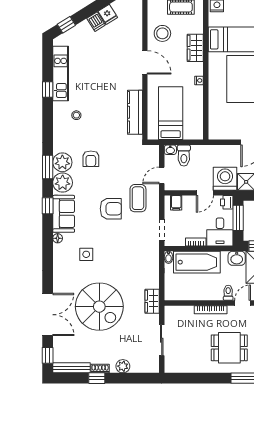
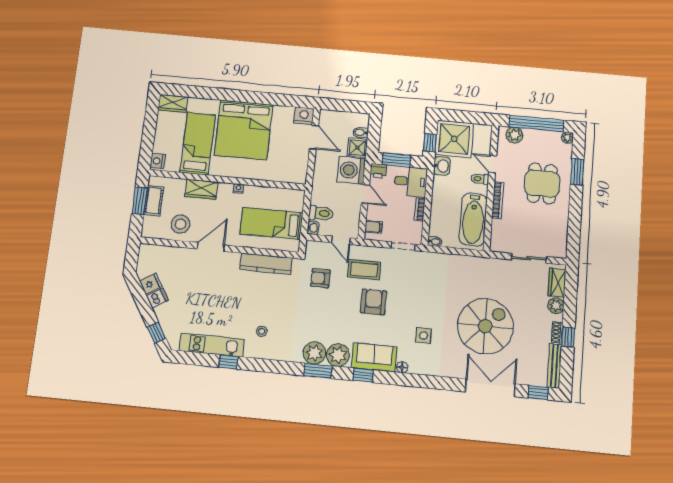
armchair: (91, 159) -> (320, 278), moved, turned 180
bathtub: (197, 262) -> (473, 220), moved, turned 180
wardrobe: (152, 301) -> (557, 283), moved, turned 90

